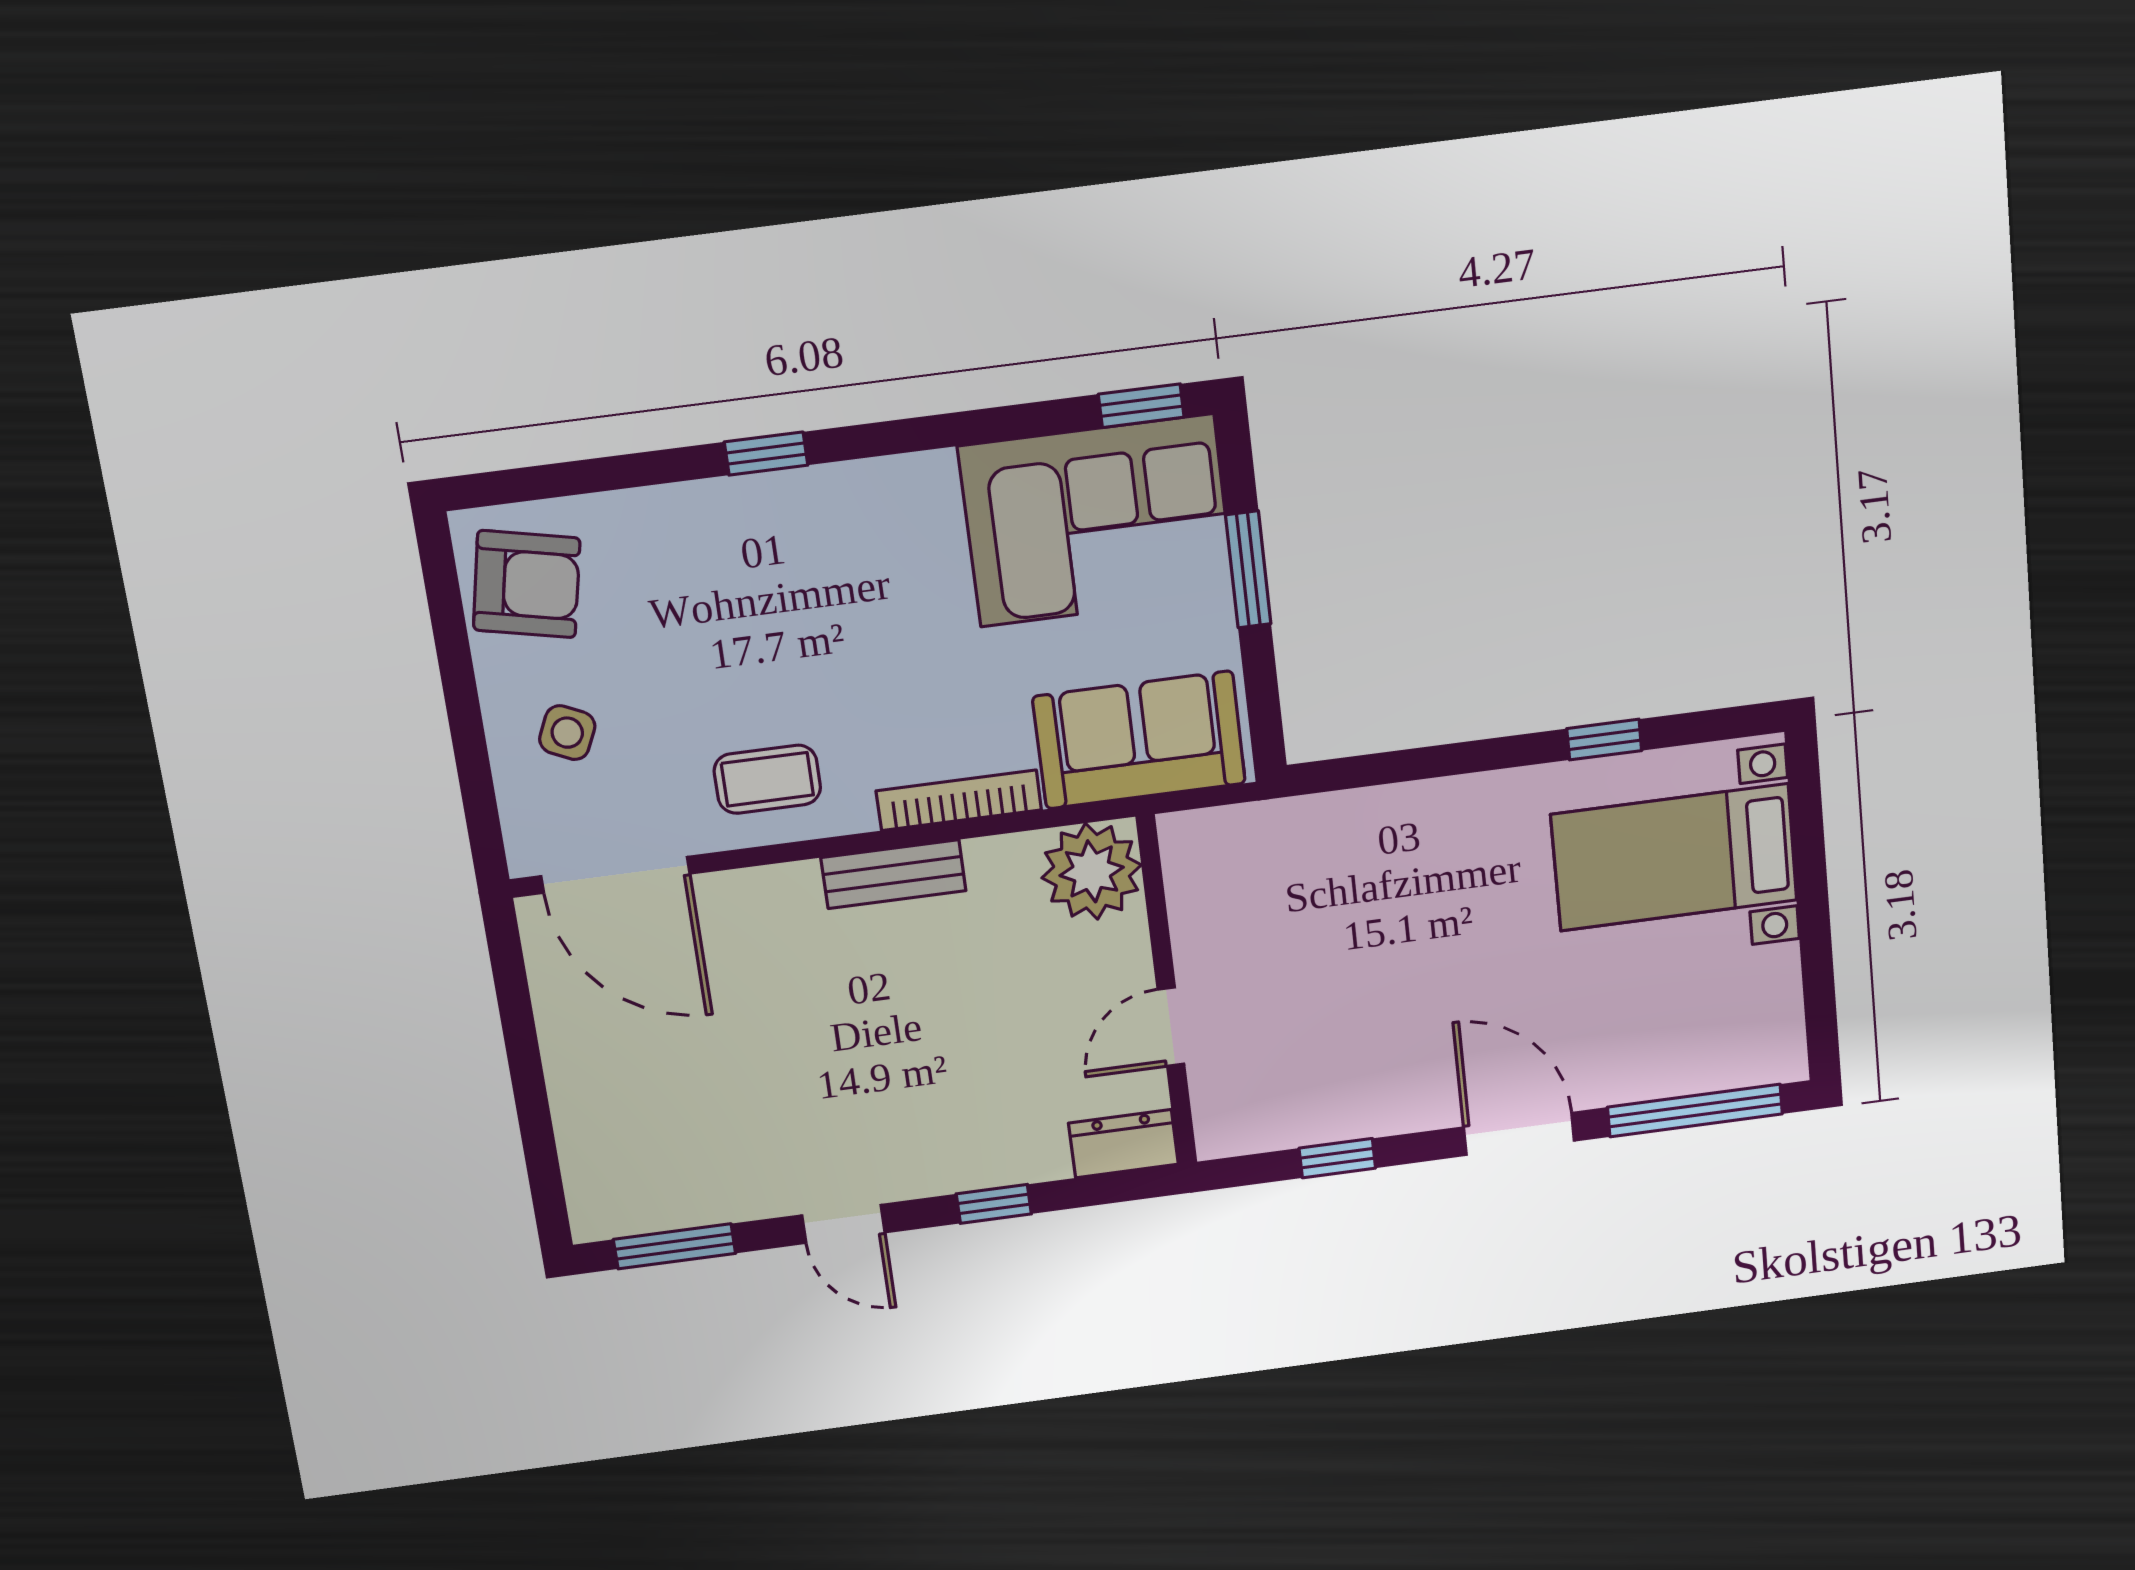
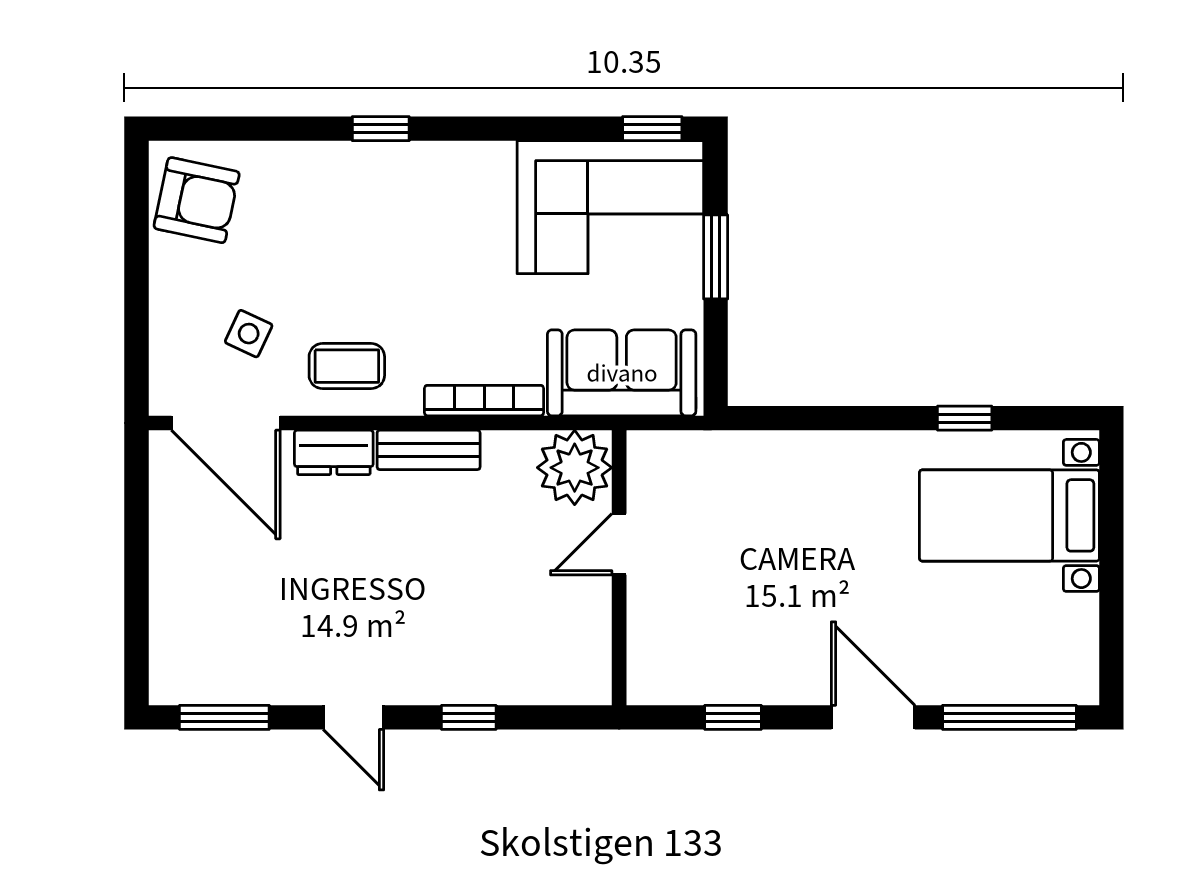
side table: (567, 733) -> (249, 334), moved
door: (1171, 1027) -> (619, 544), moved
dresser: (1123, 1144) -> (334, 452), moved, turned 180

